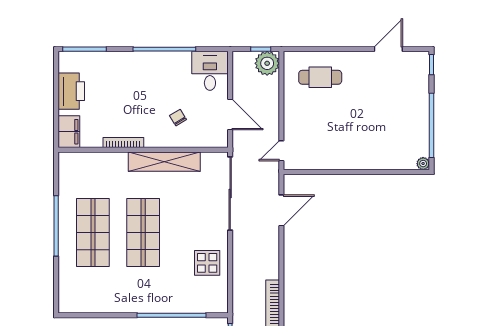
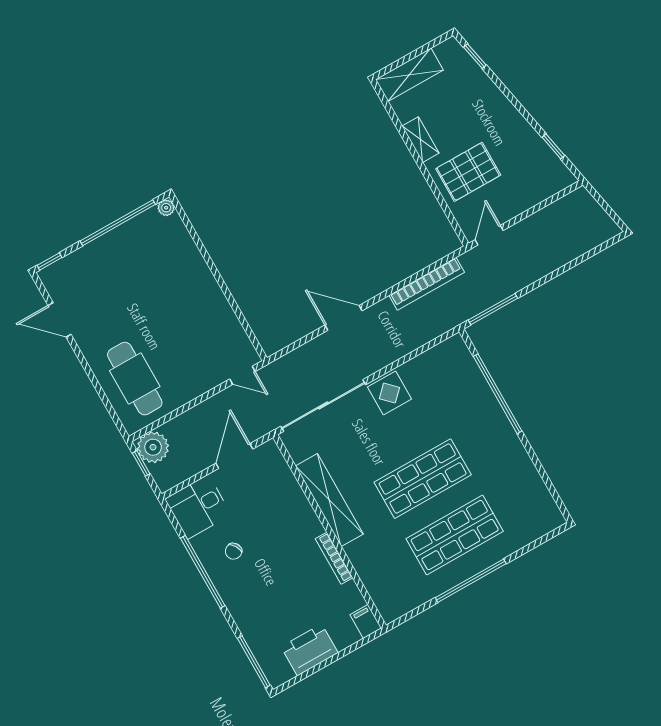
cafe table: (320, 77) -> (135, 379), width x1.37, depth x1.35
chair: (178, 118) -> (234, 551), moved
filing cabinet: (69, 132) -> (366, 621), width x0.50
door: (281, 210) -> (344, 318), moved
display table: (207, 263) -> (389, 393), moved

